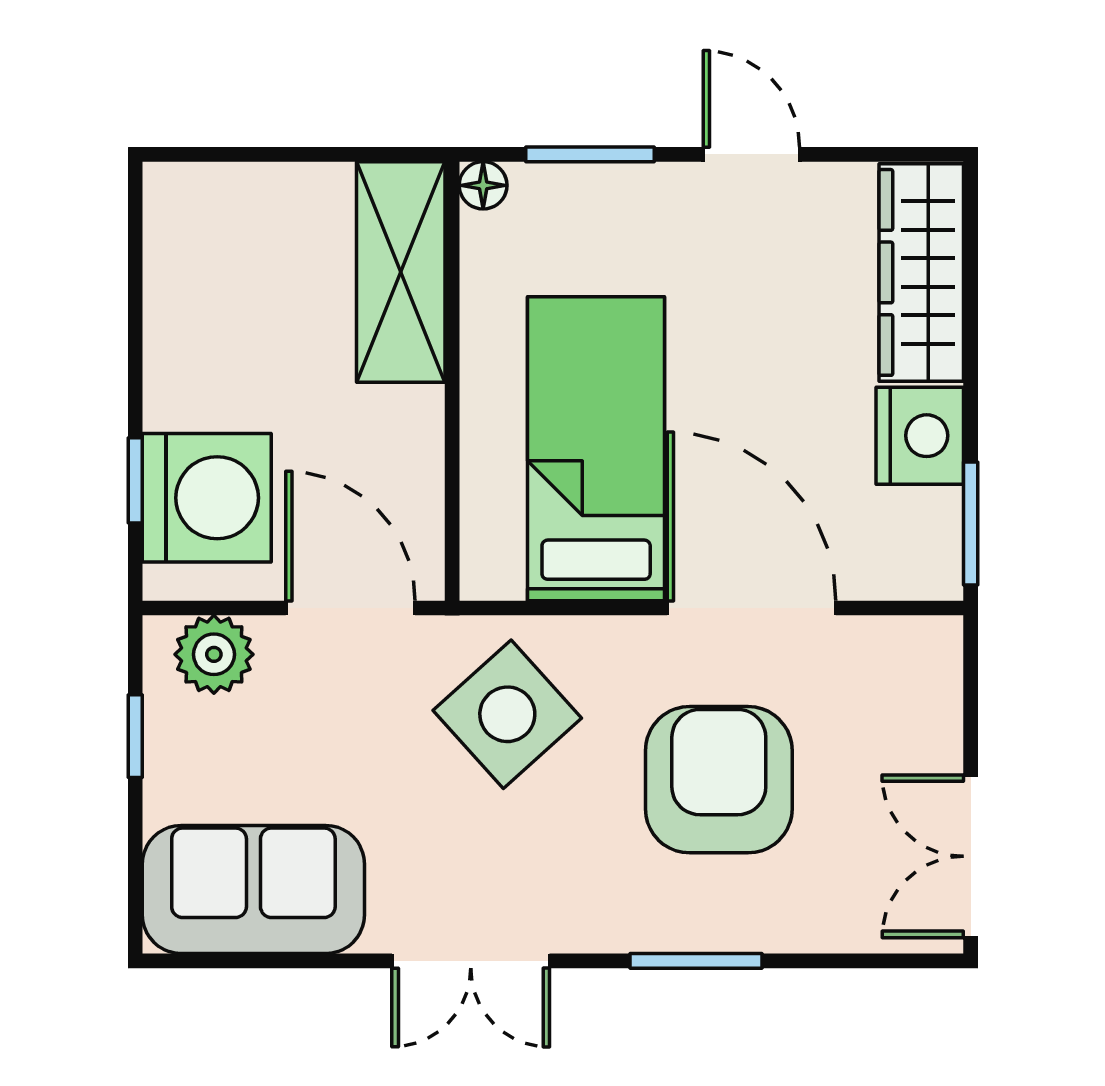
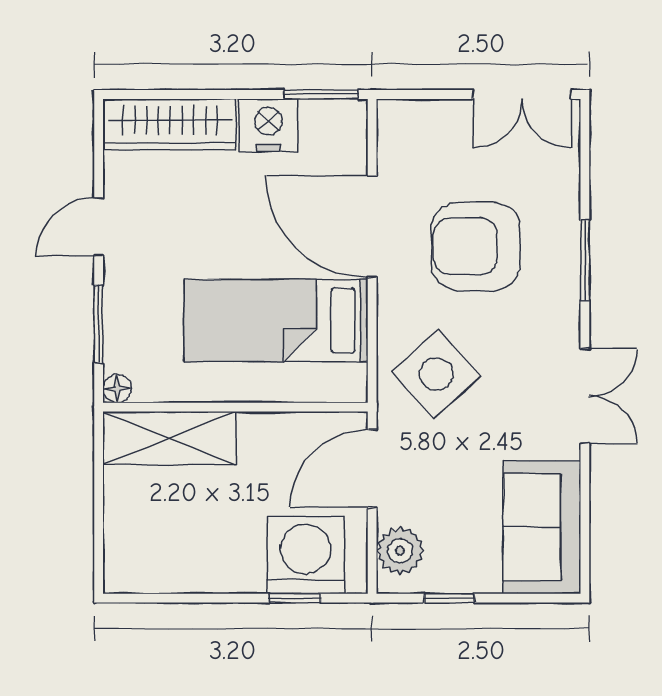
door: (752, 608) -> (372, 227), hinge flipped

